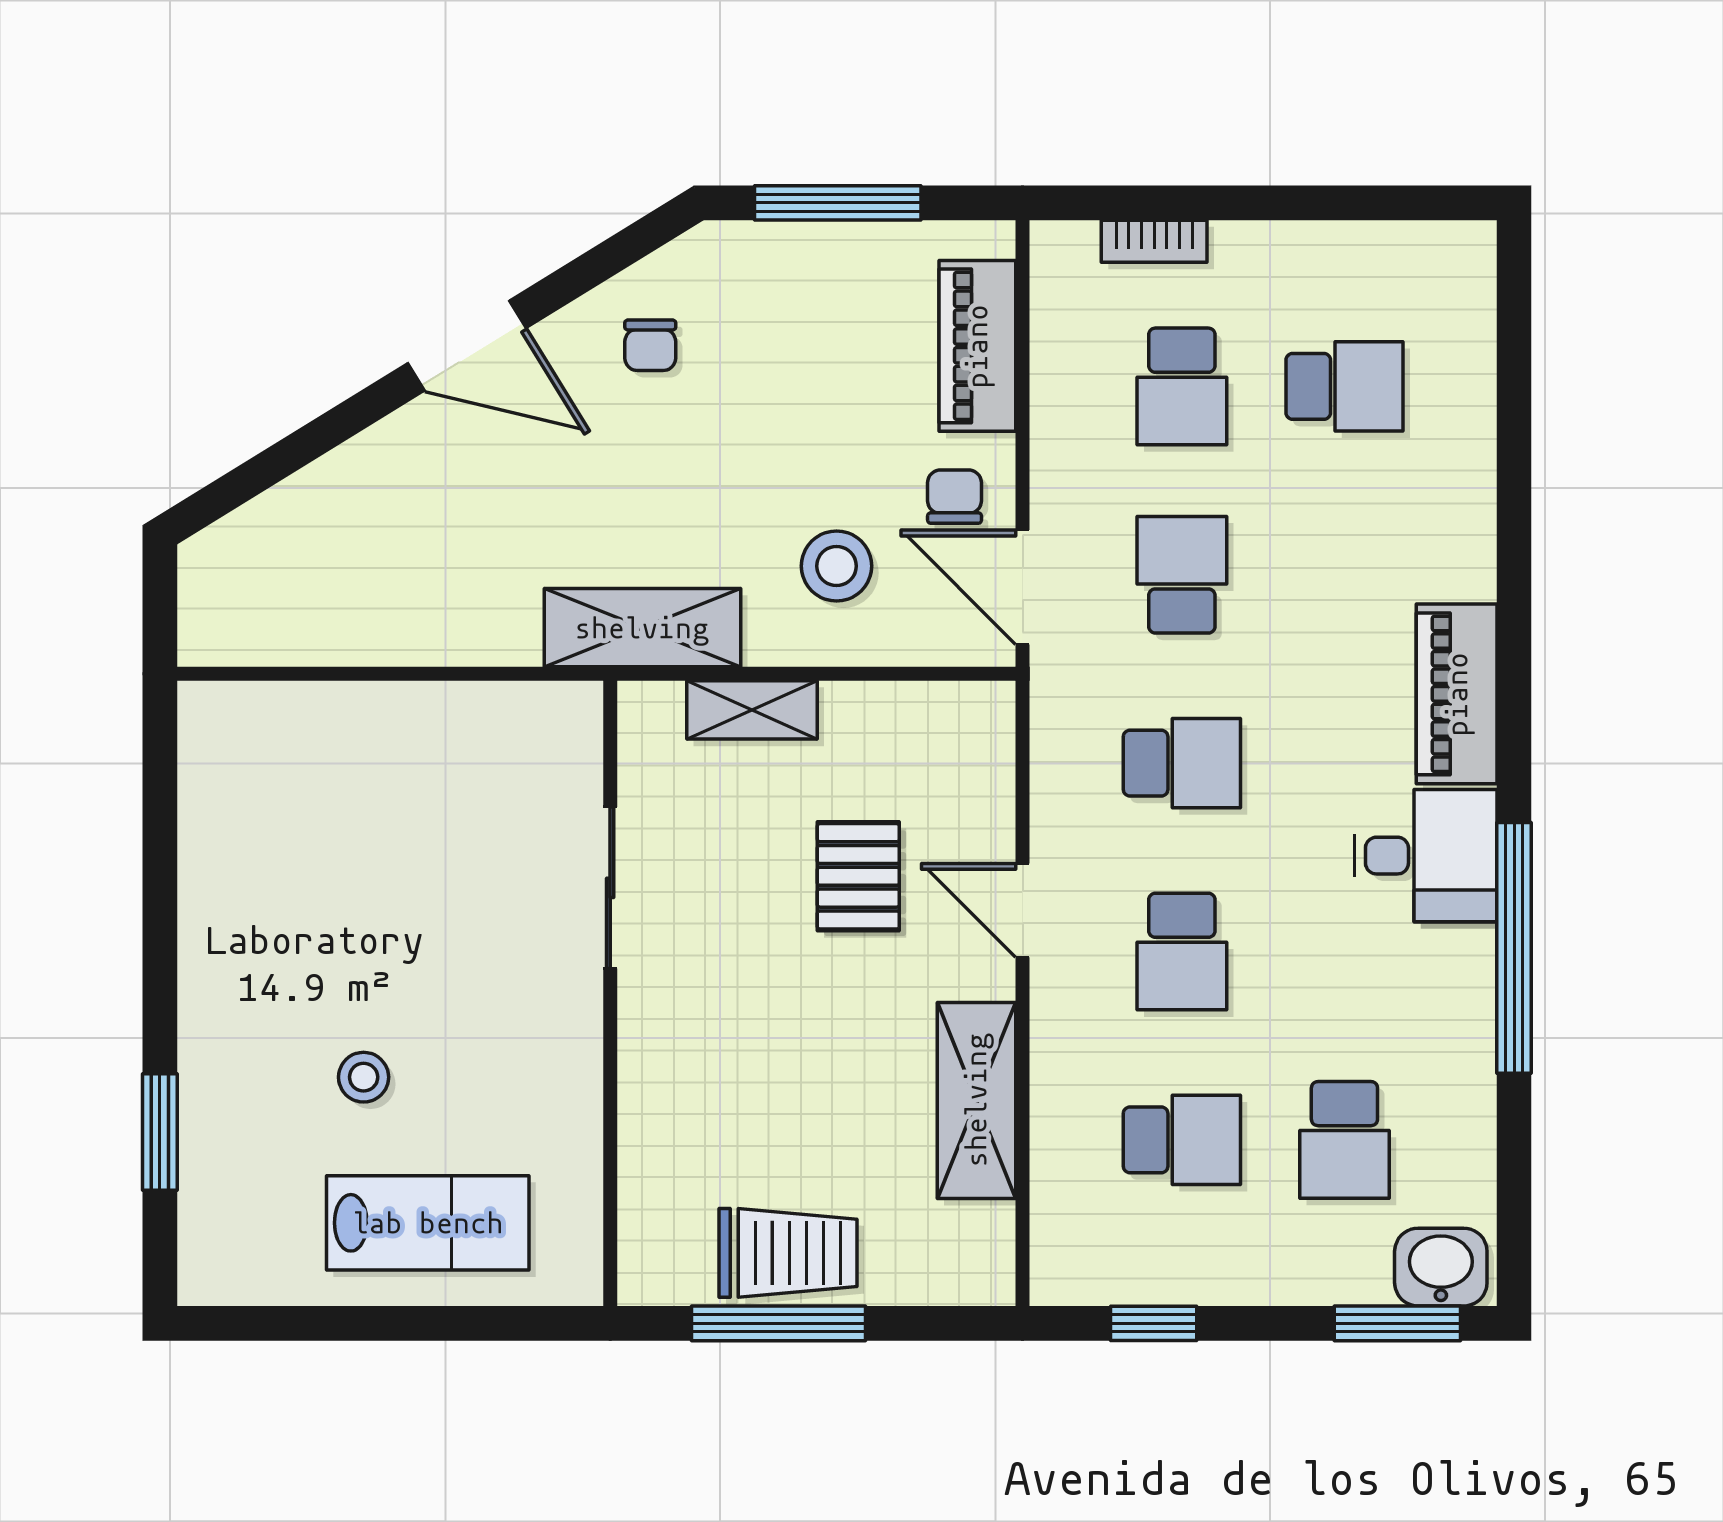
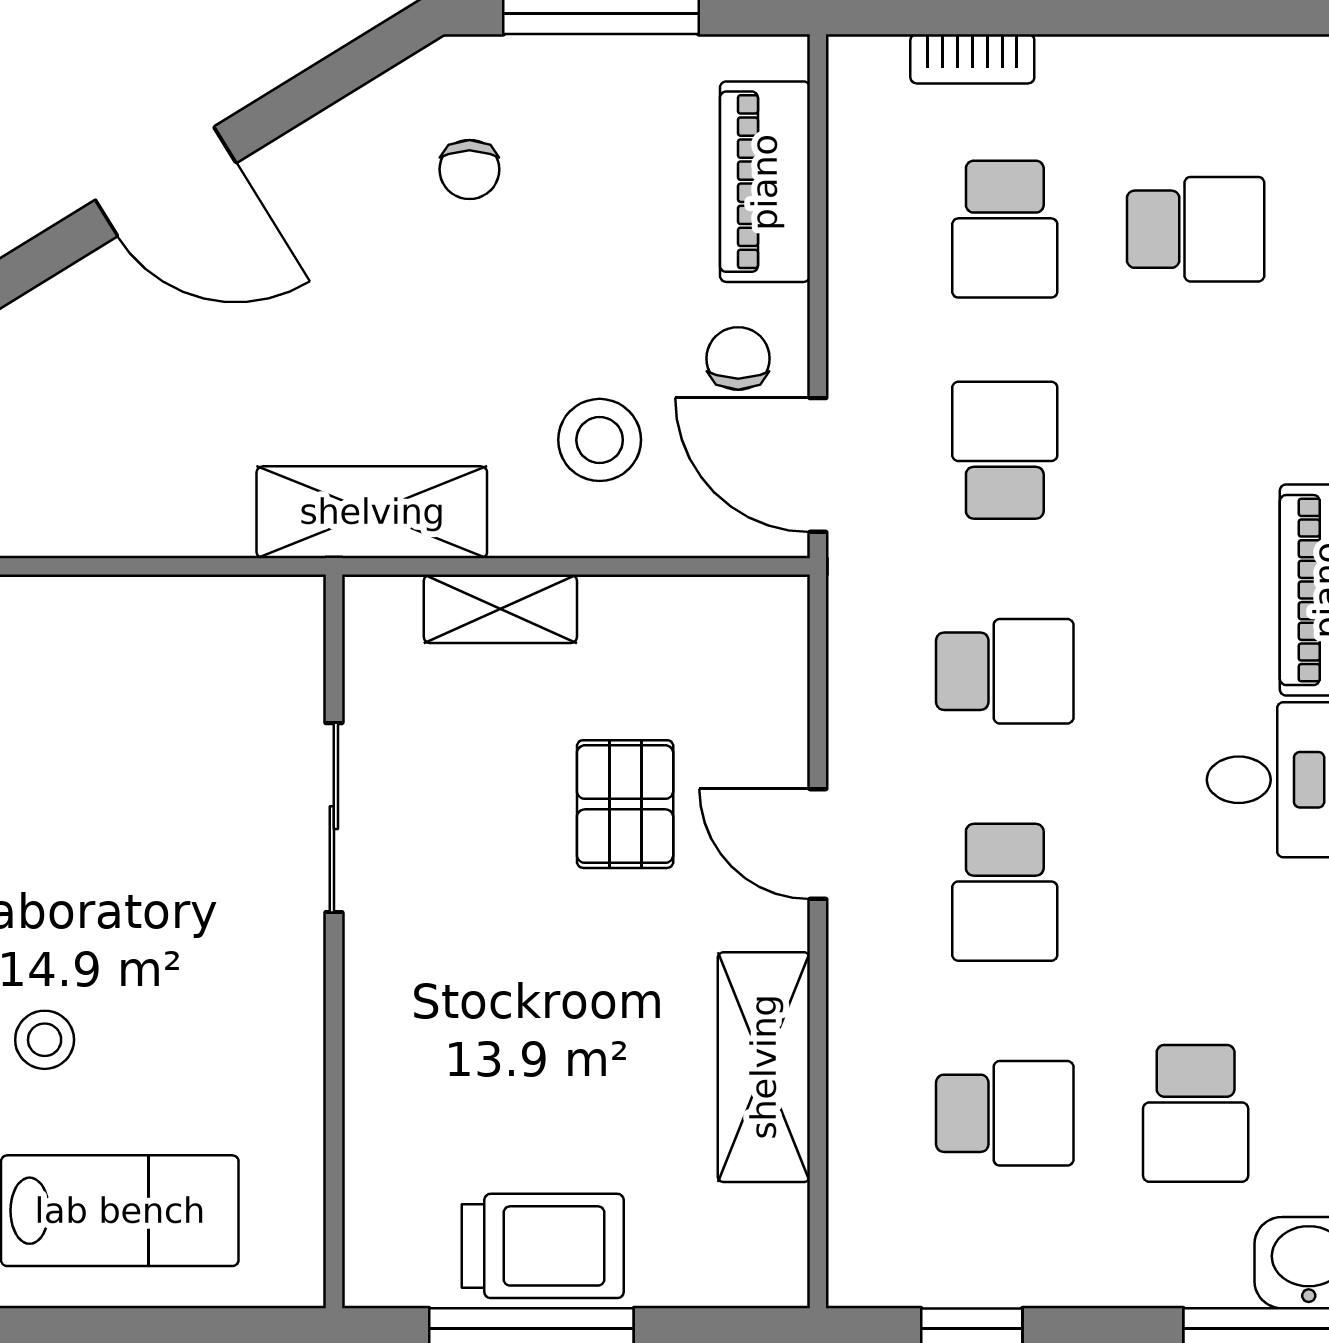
chair: (650, 345) -> (469, 169), moved

